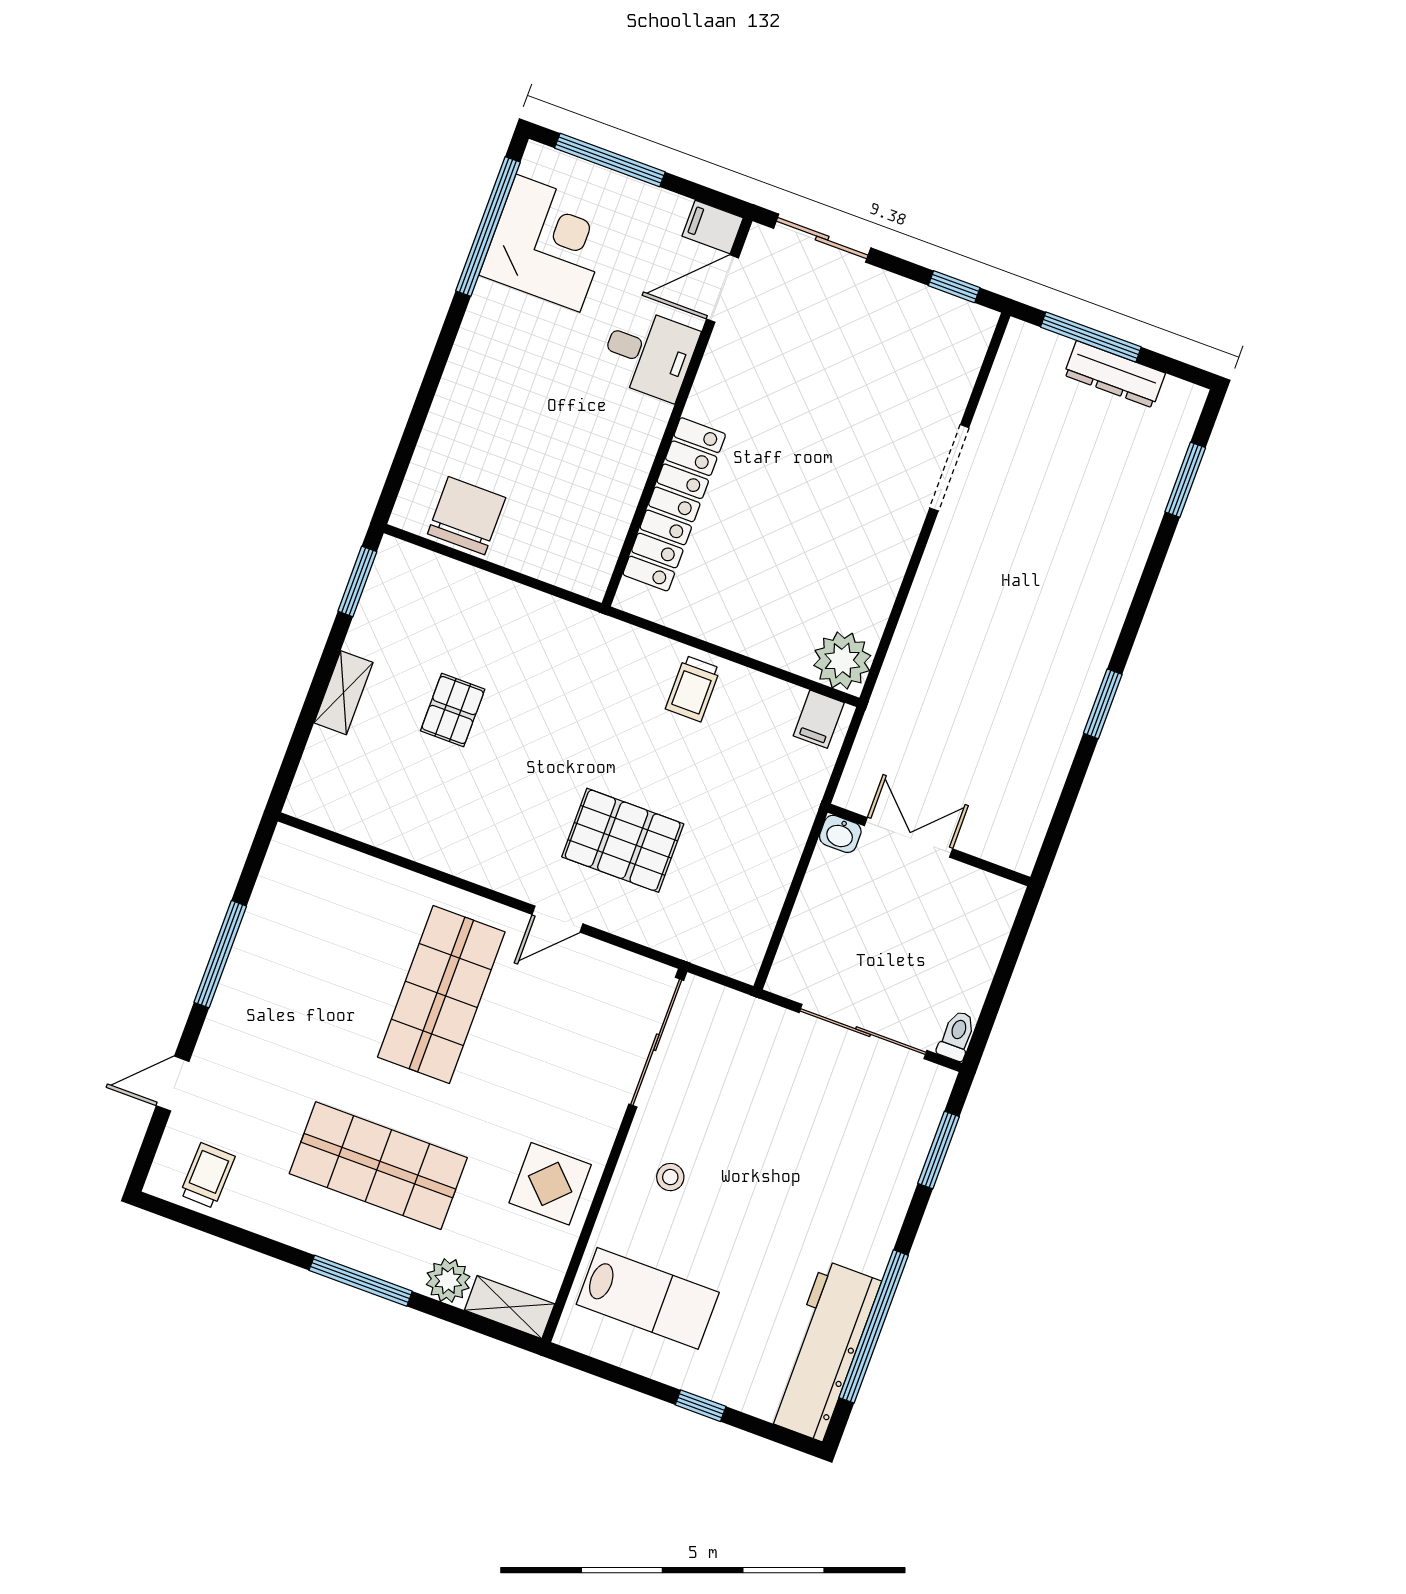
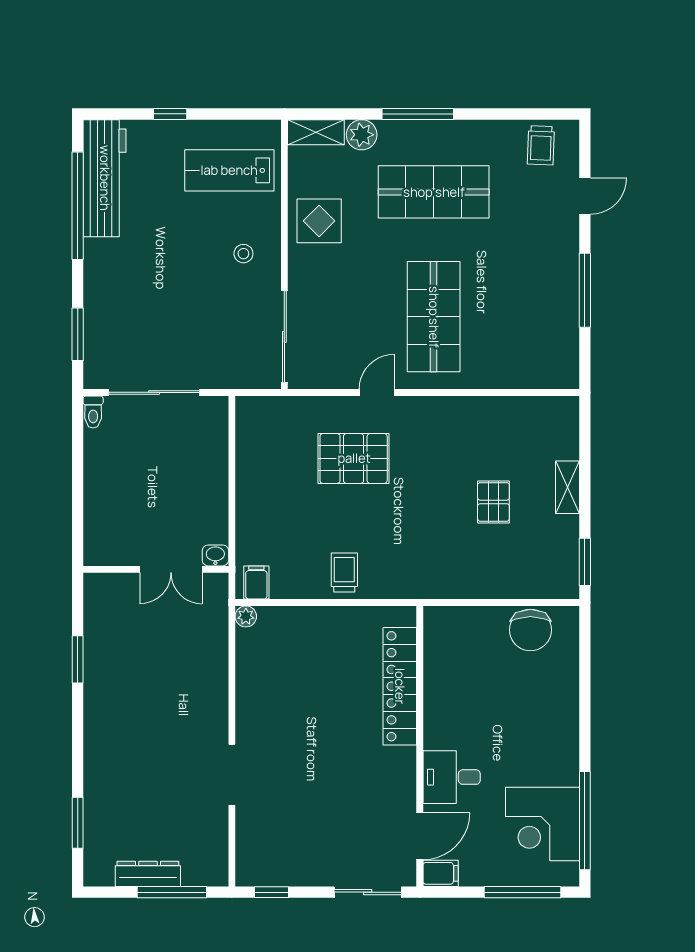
plant: (842, 661) -> (246, 616), width x0.53, depth x0.53
washbasin: (840, 834) -> (215, 555), moved
double door: (908, 837) -> (171, 569), moved
wall: (929, 845) -> (156, 569), moved

